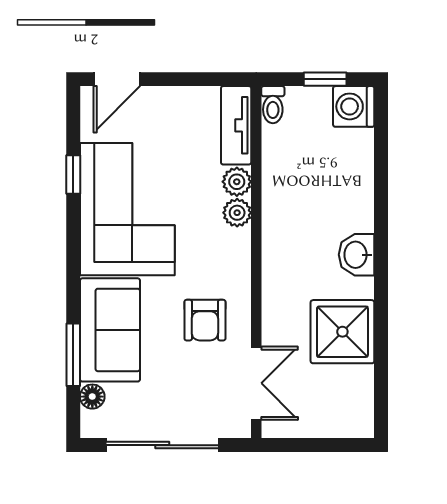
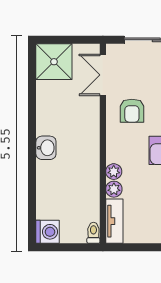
window: (325, 79) -> (64, 247), removed
armchair: (205, 320) -> (132, 111), turned 180
shower: (342, 332) -> (54, 62), moved

